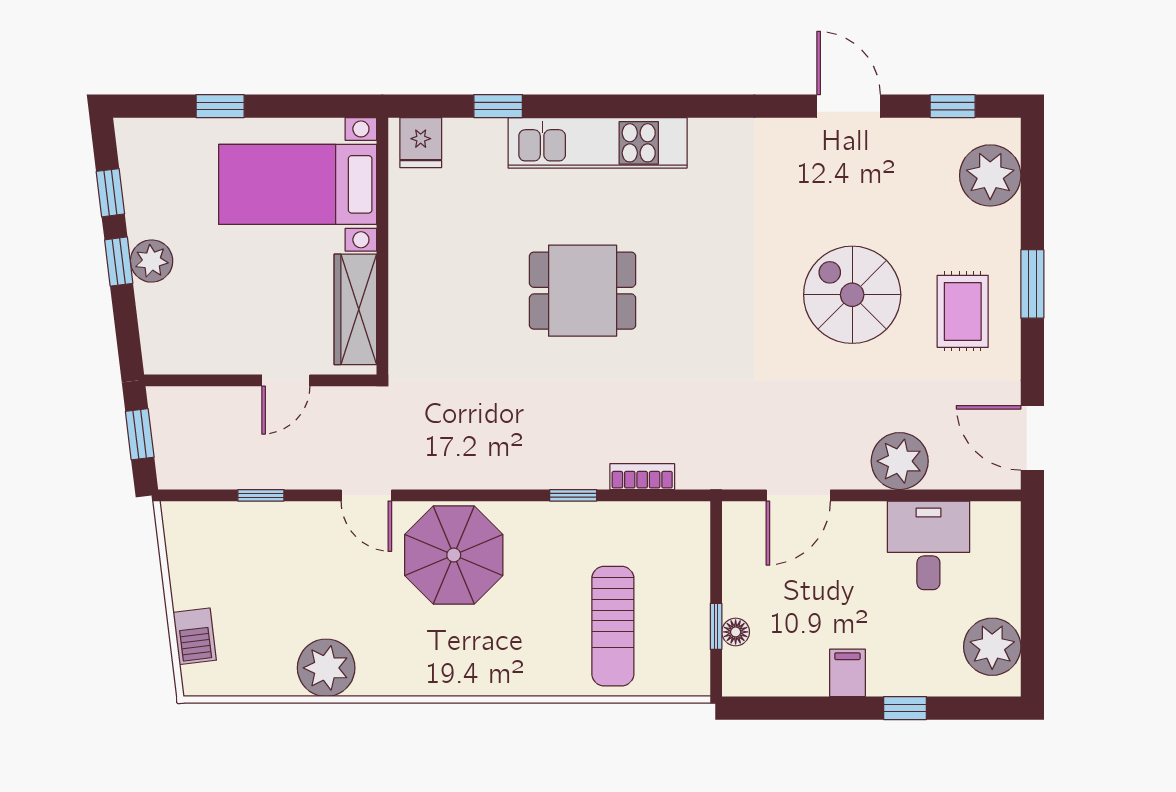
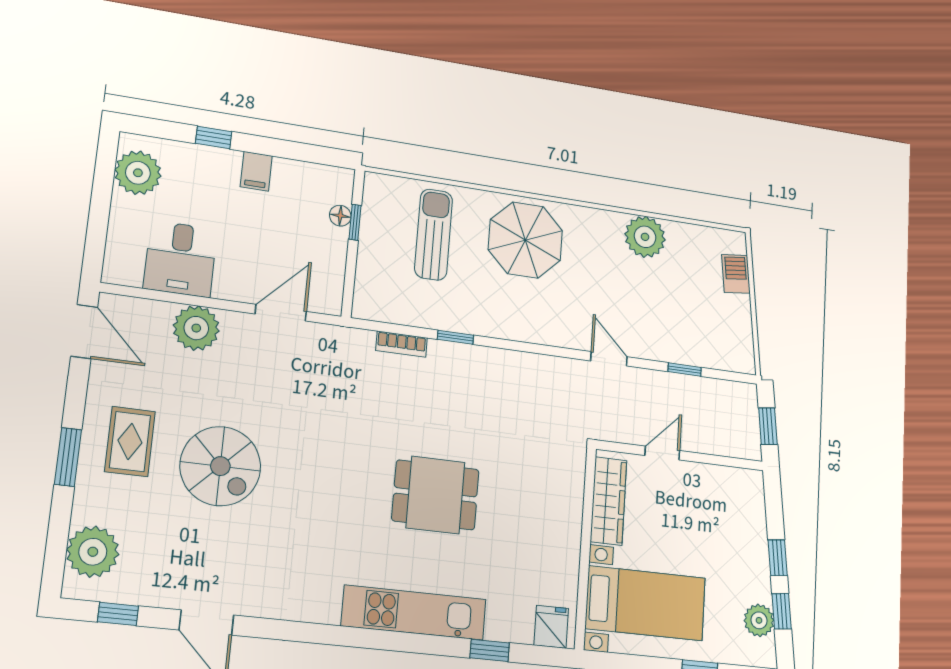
plant: (152, 261) -> (759, 620), moved
parasol: (454, 555) -> (525, 240), moved

